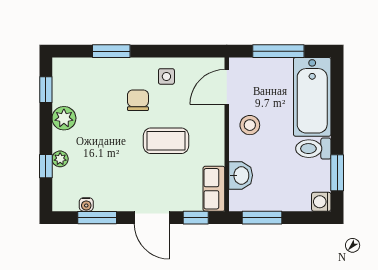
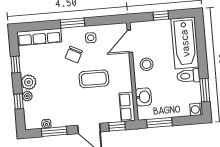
window: (111, 51) -> (72, 23), moved
window: (278, 51) -> (161, 16), width x0.46
row of seats: (86, 68) -> (39, 37), added
window: (46, 90) -> (16, 65), moved
chair: (138, 100) -> (74, 54), turned -153
plant: (64, 118) -> (29, 82), moved

